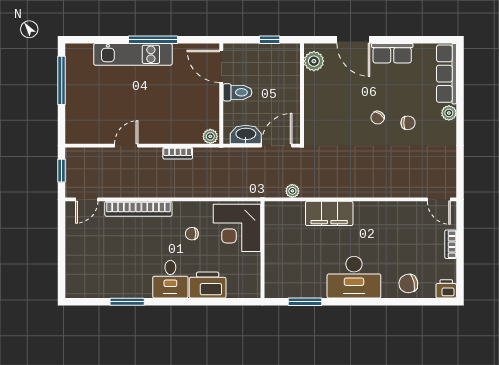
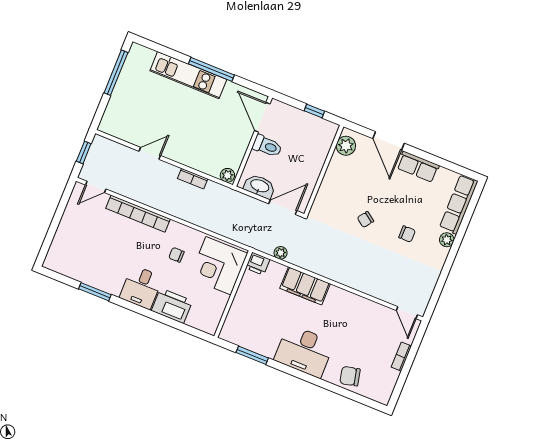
chair: (378, 118) -> (365, 219), moved
printer: (446, 289) -> (258, 264), moved, turned 180

